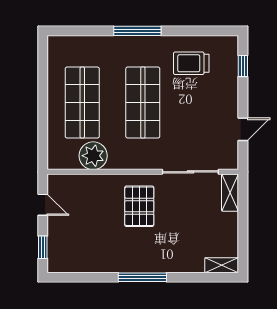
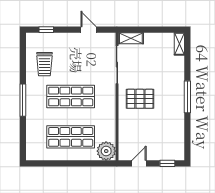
plant: (93, 156) -> (106, 151), moved

